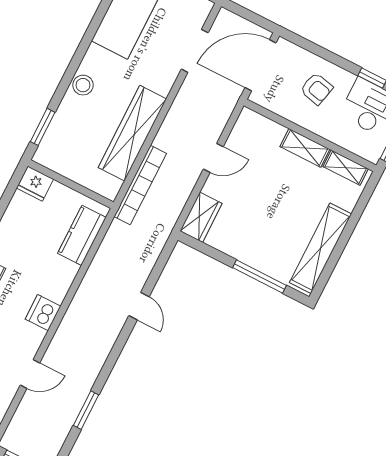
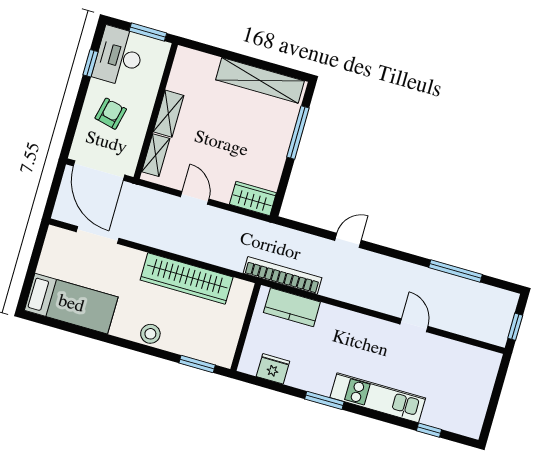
shelving: (346, 168) -> (156, 155), moved
fridge: (35, 184) -> (273, 369), moved, turned -90
bookcase: (140, 185) -> (282, 275), moved
dishwasher: (43, 313) -> (372, 329), removed
door: (30, 374) -> (414, 325), moved
window: (86, 410) -> (456, 271), width x1.44

